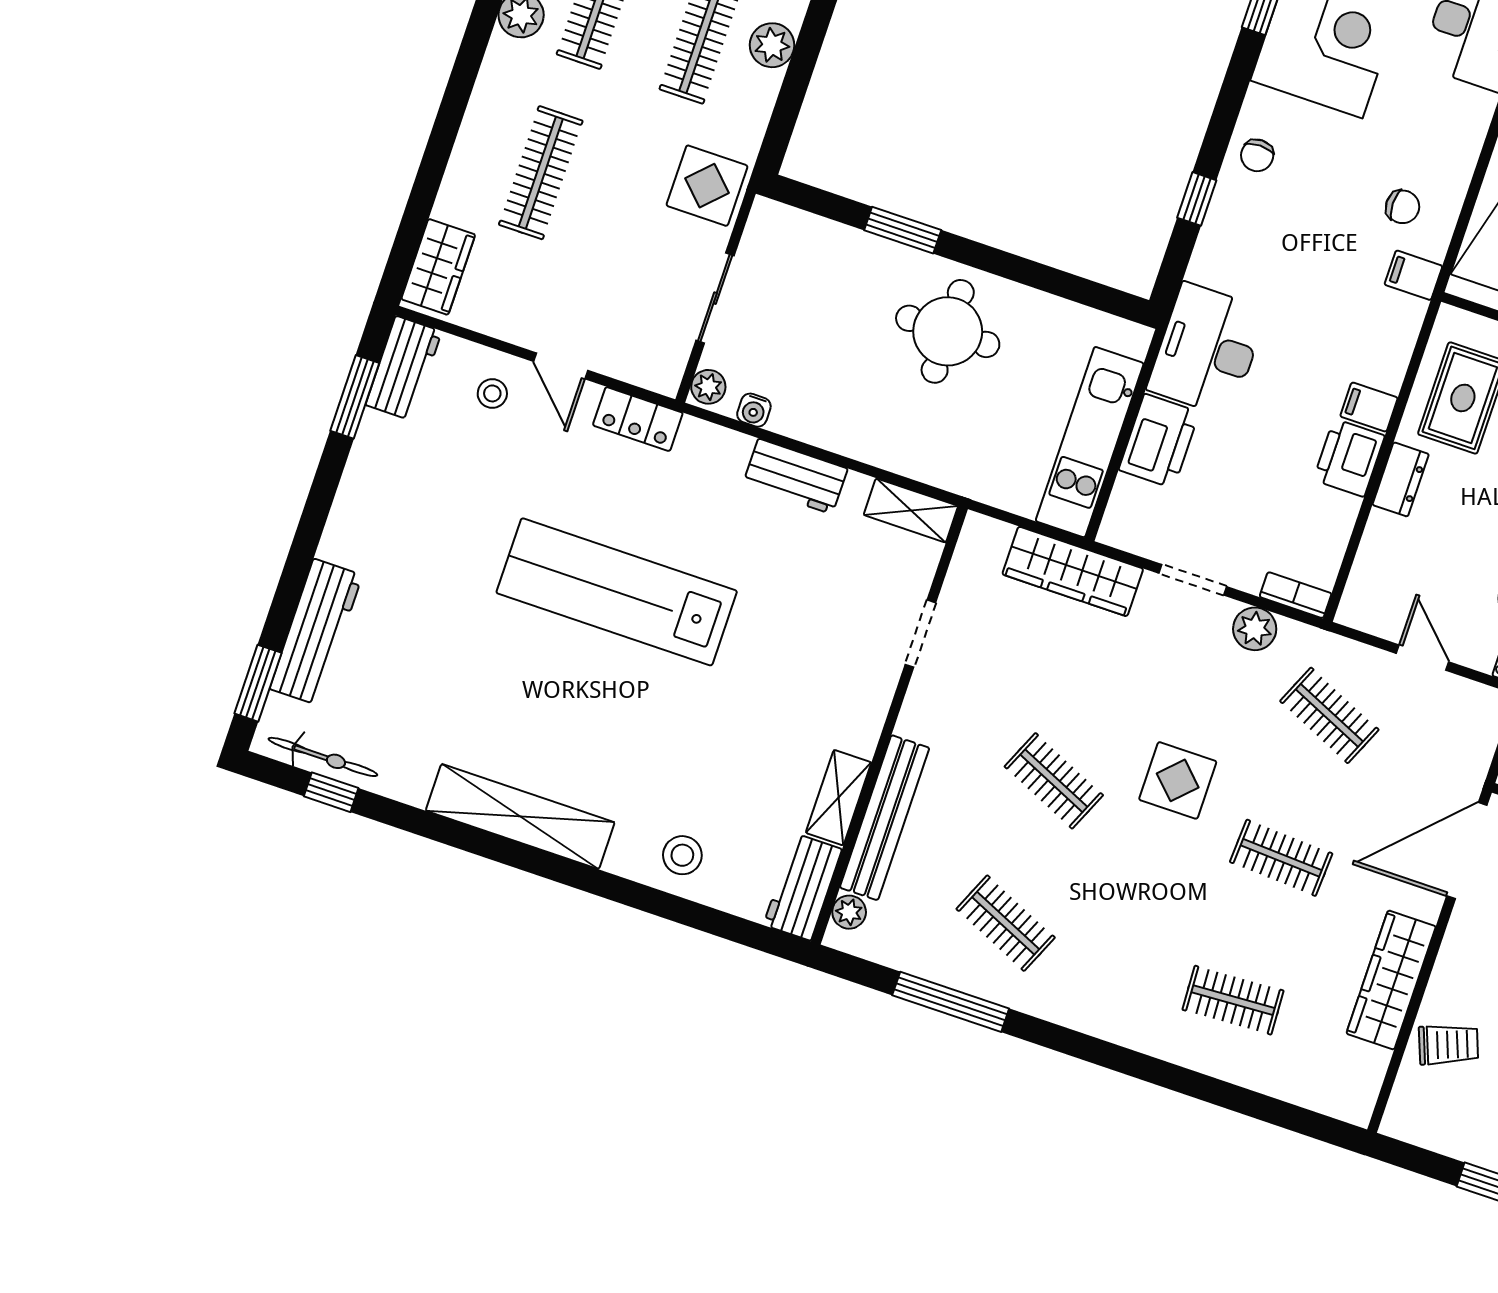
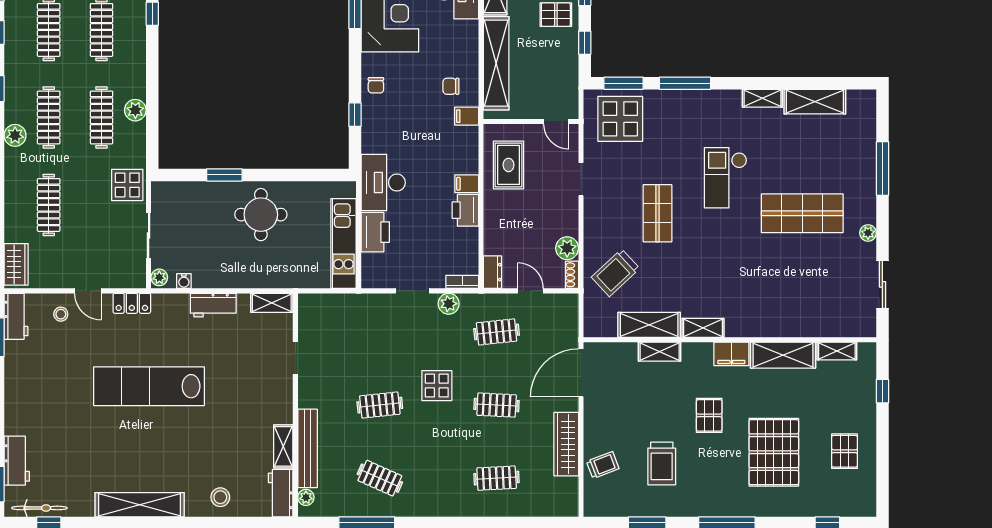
chair: (1403, 207) -> (451, 86), turned 180
dresser: (1401, 479) -> (493, 272), moved
wardrobe: (1073, 571) -> (356, 306), removed
workbench: (316, 632) -> (17, 461), width x0.73
clothes rail: (1329, 715) -> (497, 332), turned -30
clothes rail: (1054, 781) -> (380, 405), turned -30

